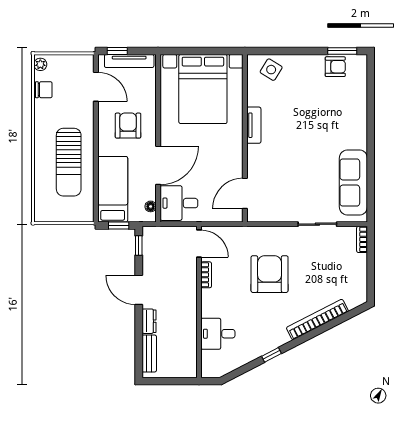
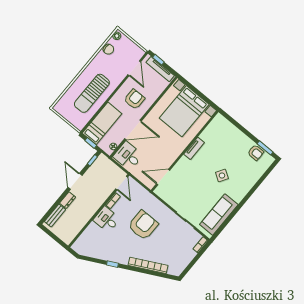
side table: (271, 70) -> (222, 175), moved
desk: (218, 334) -> (107, 219), moved

